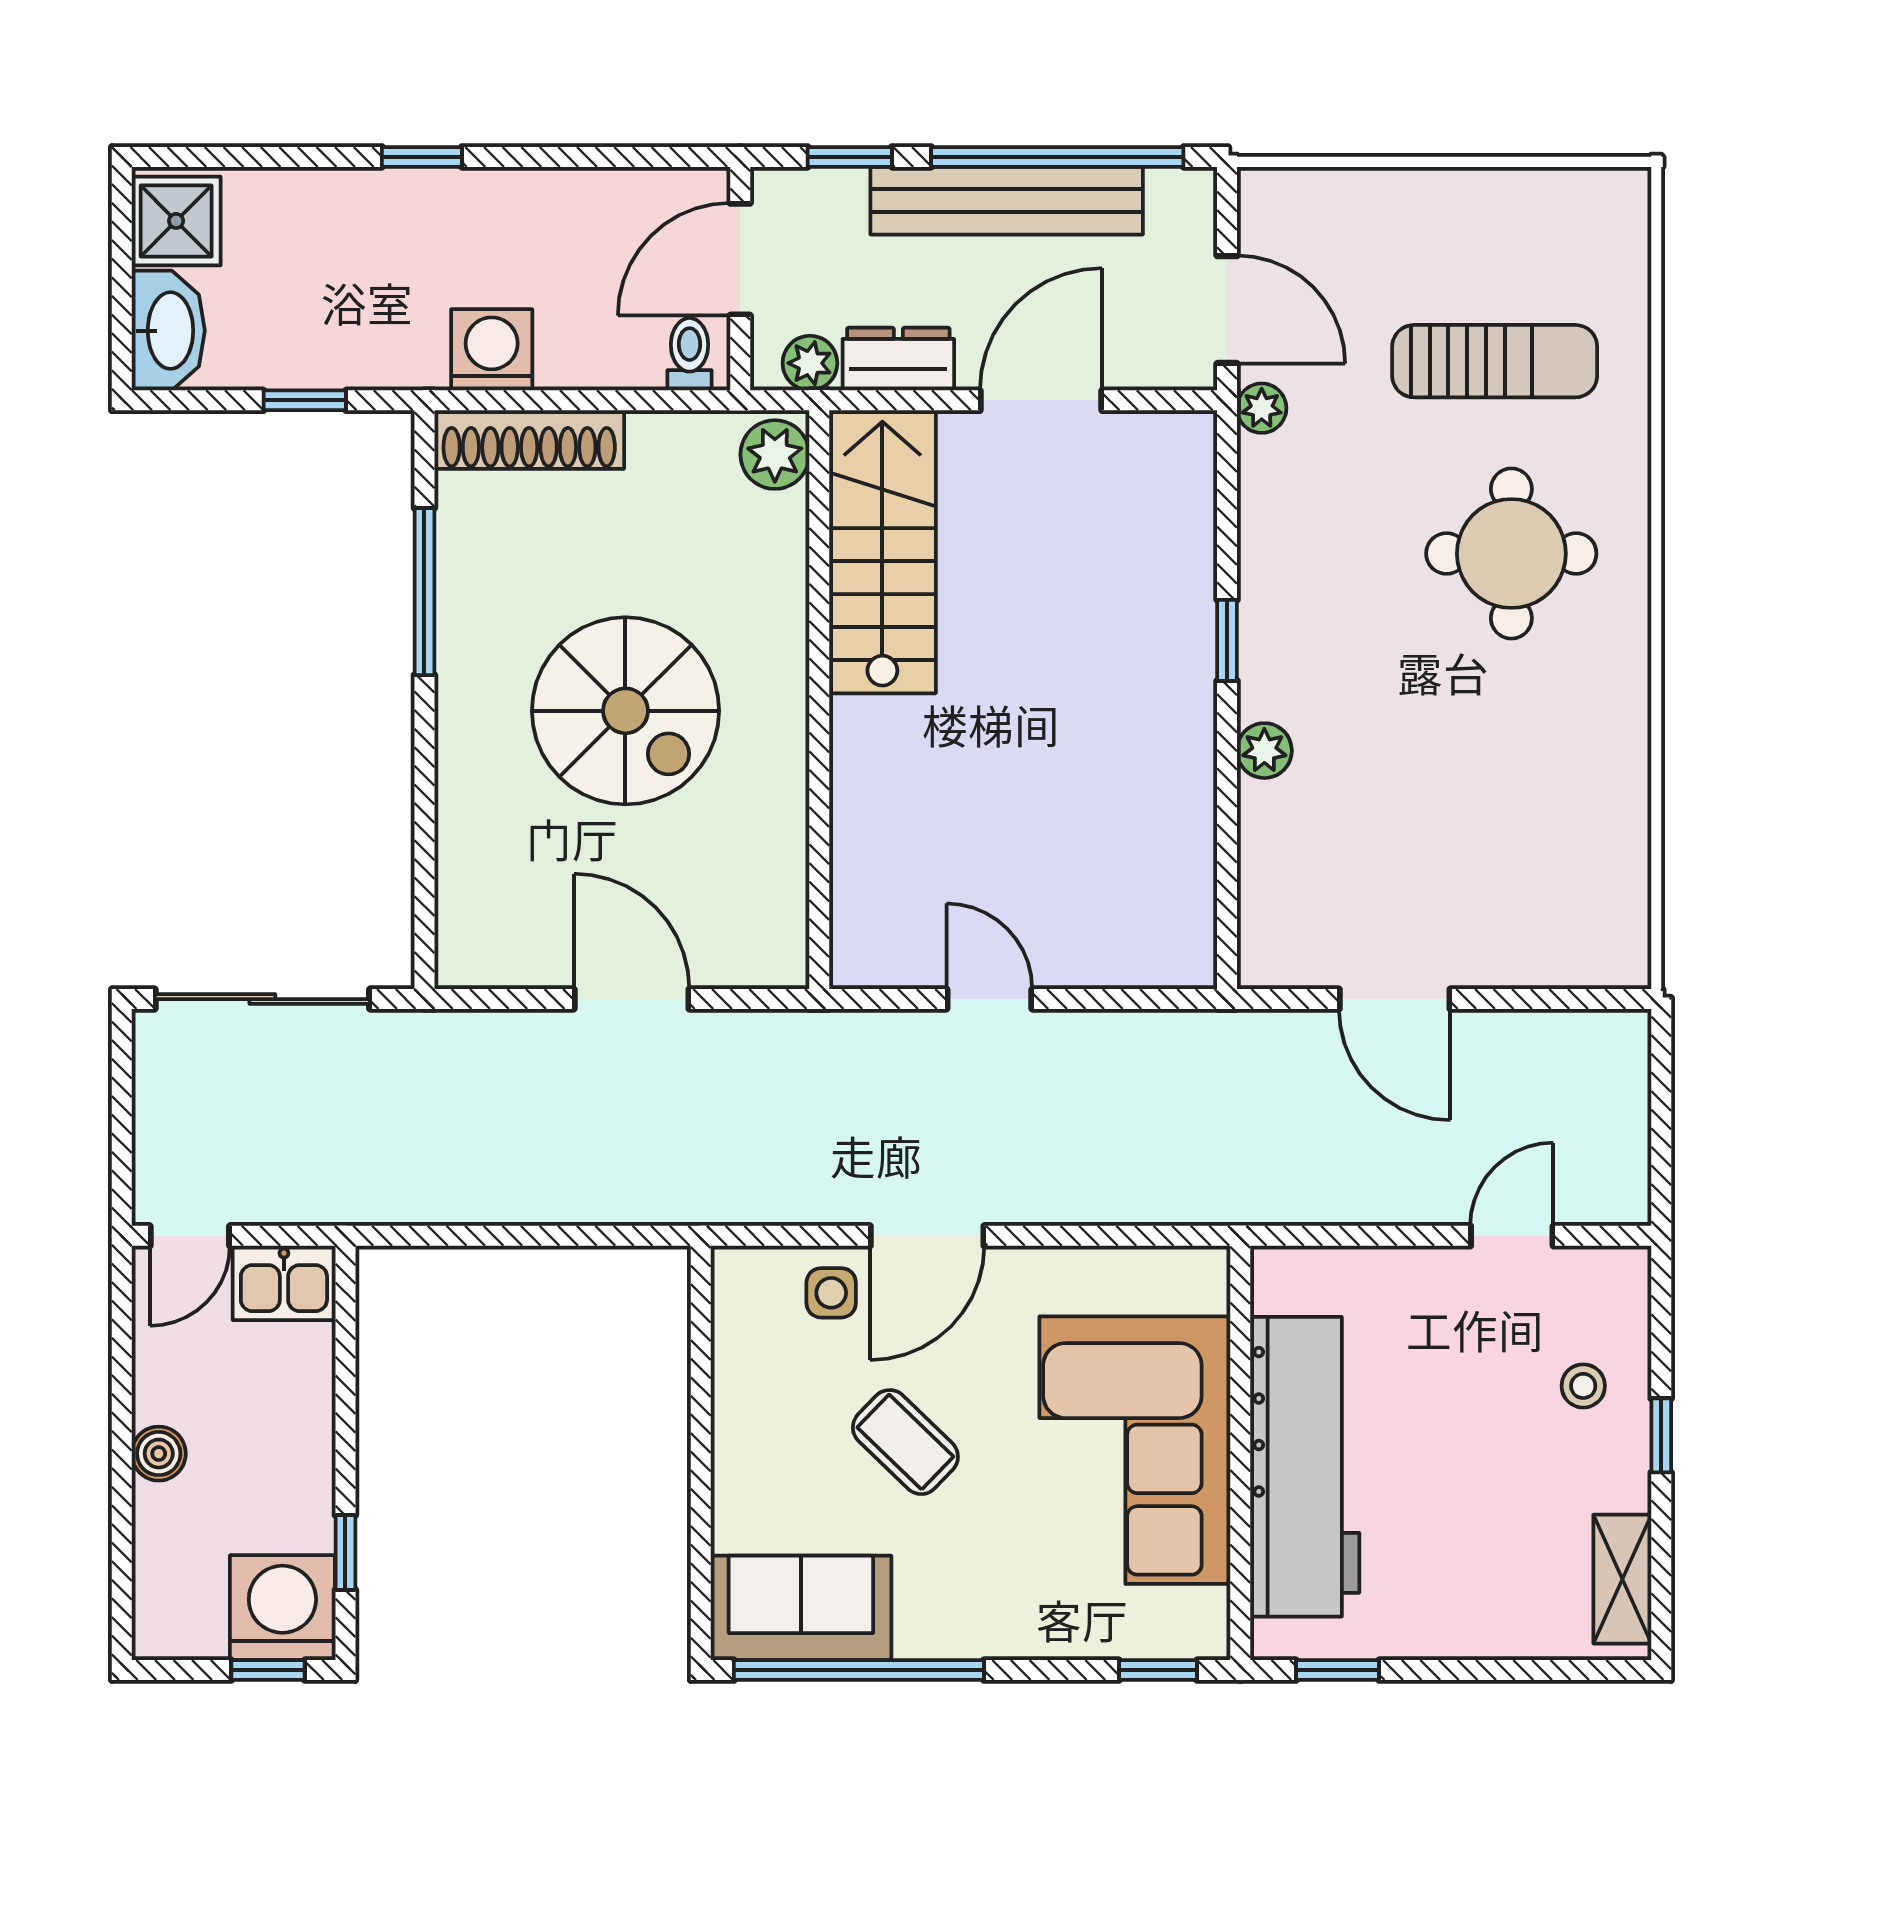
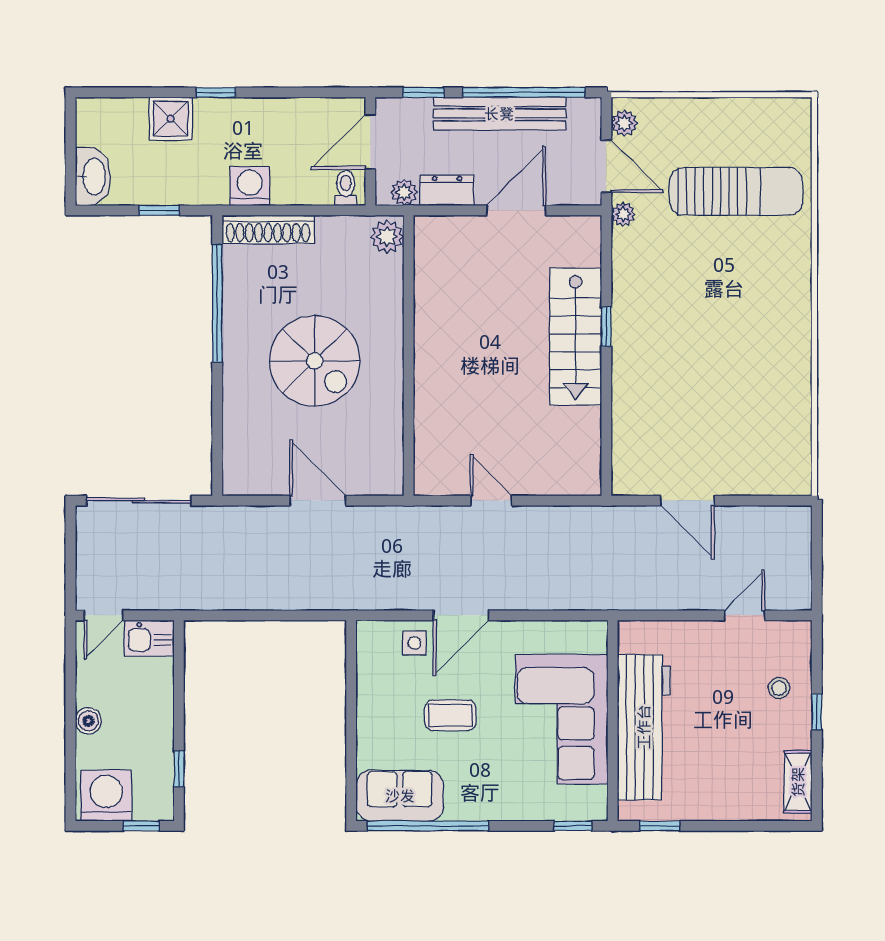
shower: (176, 221) -> (171, 119), moved
sun lounger: (1495, 361) -> (736, 191), width x1.36, depth x1.34
stairs: (882, 552) -> (576, 337), moved, turned 180
round table: (1511, 554) -> (744, 285), removed
window: (424, 592) -> (217, 303), width x1.46
plant: (1264, 751) -> (624, 123), moved
coffee table: (905, 1442) -> (450, 715), turned -44
washing machine: (282, 1608) -> (106, 796), moved

